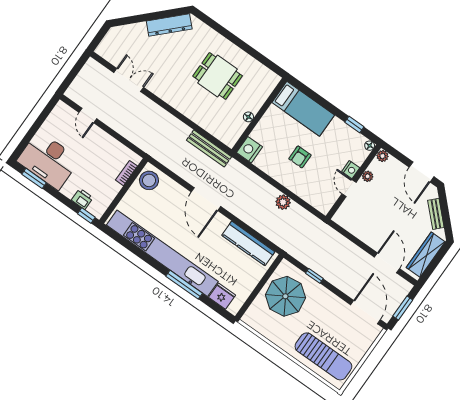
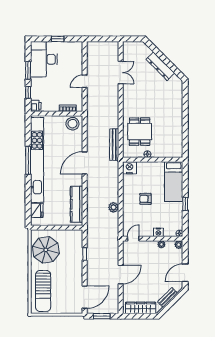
dresser: (169, 25) -> (160, 66), moved
dining table: (218, 76) -> (140, 132), moved
door: (88, 115) -> (85, 81), moved
window: (354, 124) -> (185, 204), moved
window: (36, 127) -> (58, 39), added
window: (34, 178) -> (28, 70), moved
door: (349, 188) -> (133, 239), moved
printer: (82, 199) -> (36, 106), moved
window: (86, 215) -> (28, 92), moved
door: (387, 263) -> (121, 275), moved
window: (184, 285) -> (28, 160), moved
parasol: (285, 296) -> (46, 250), moved

